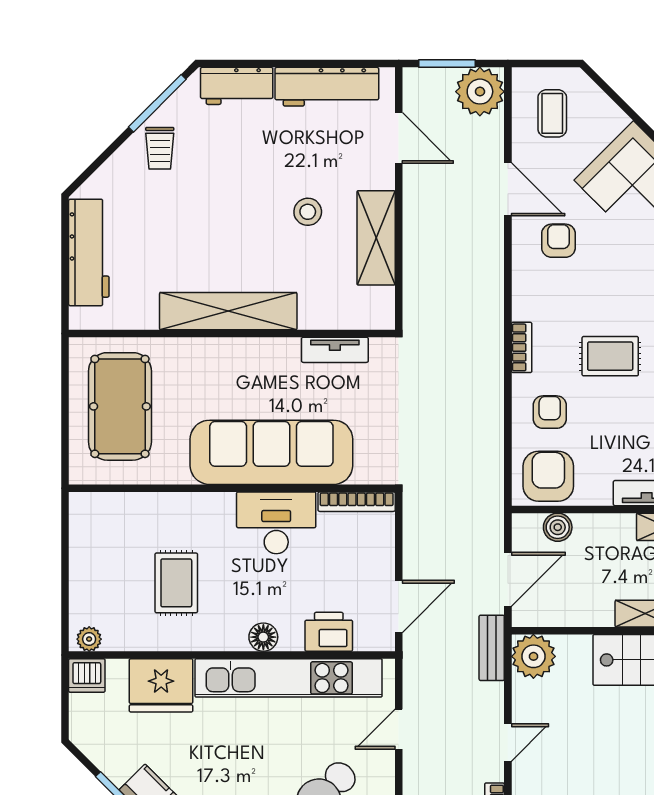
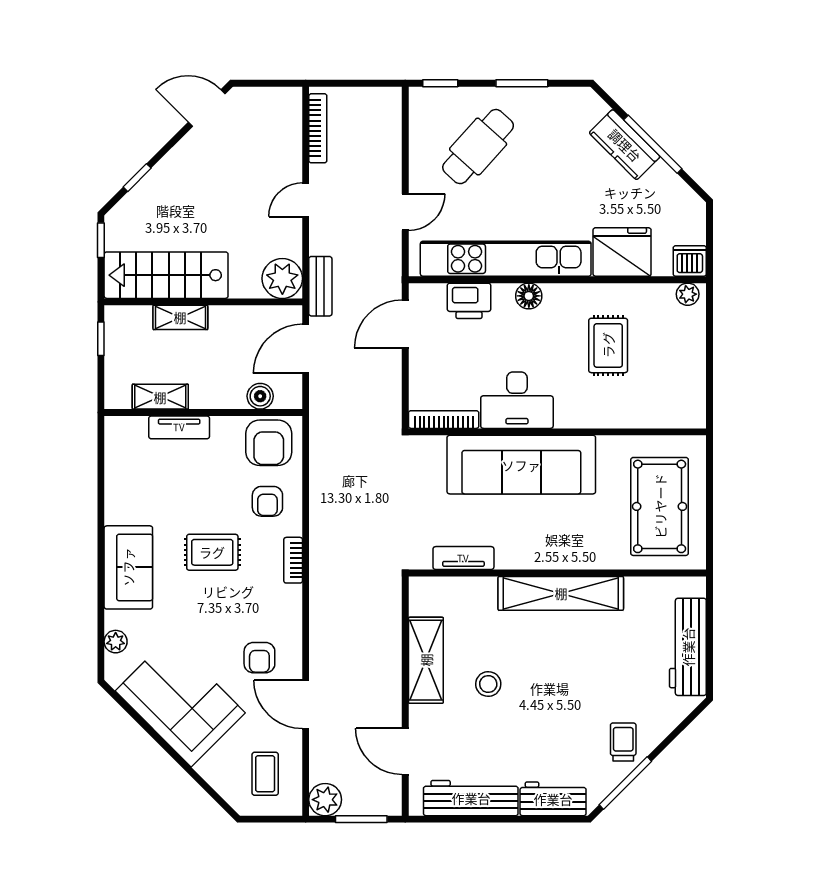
plant: (480, 92) -> (325, 800), width x0.73, depth x0.73

